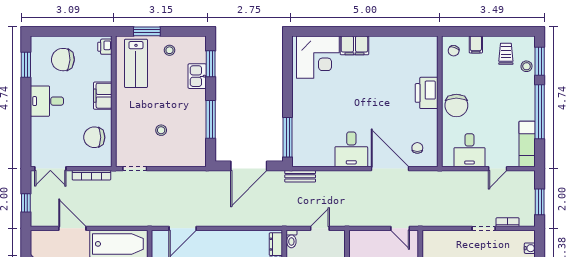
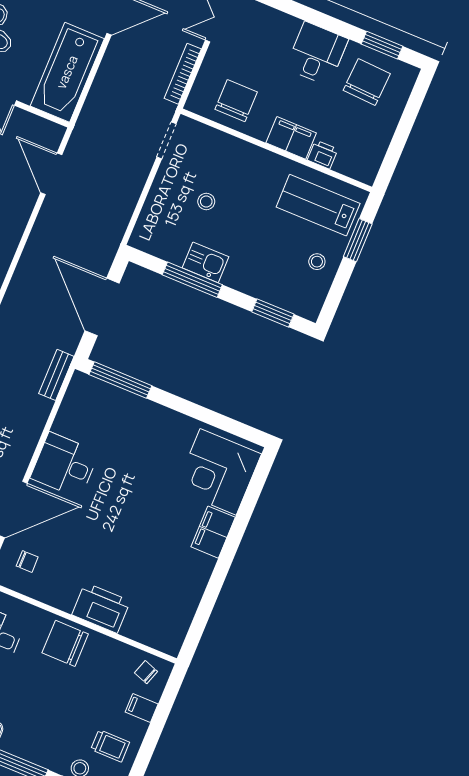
printer: (105, 47) -> (323, 155), moved
chair: (63, 60) -> (367, 82), moved
kitchen sink: (197, 76) -> (206, 262), moved

